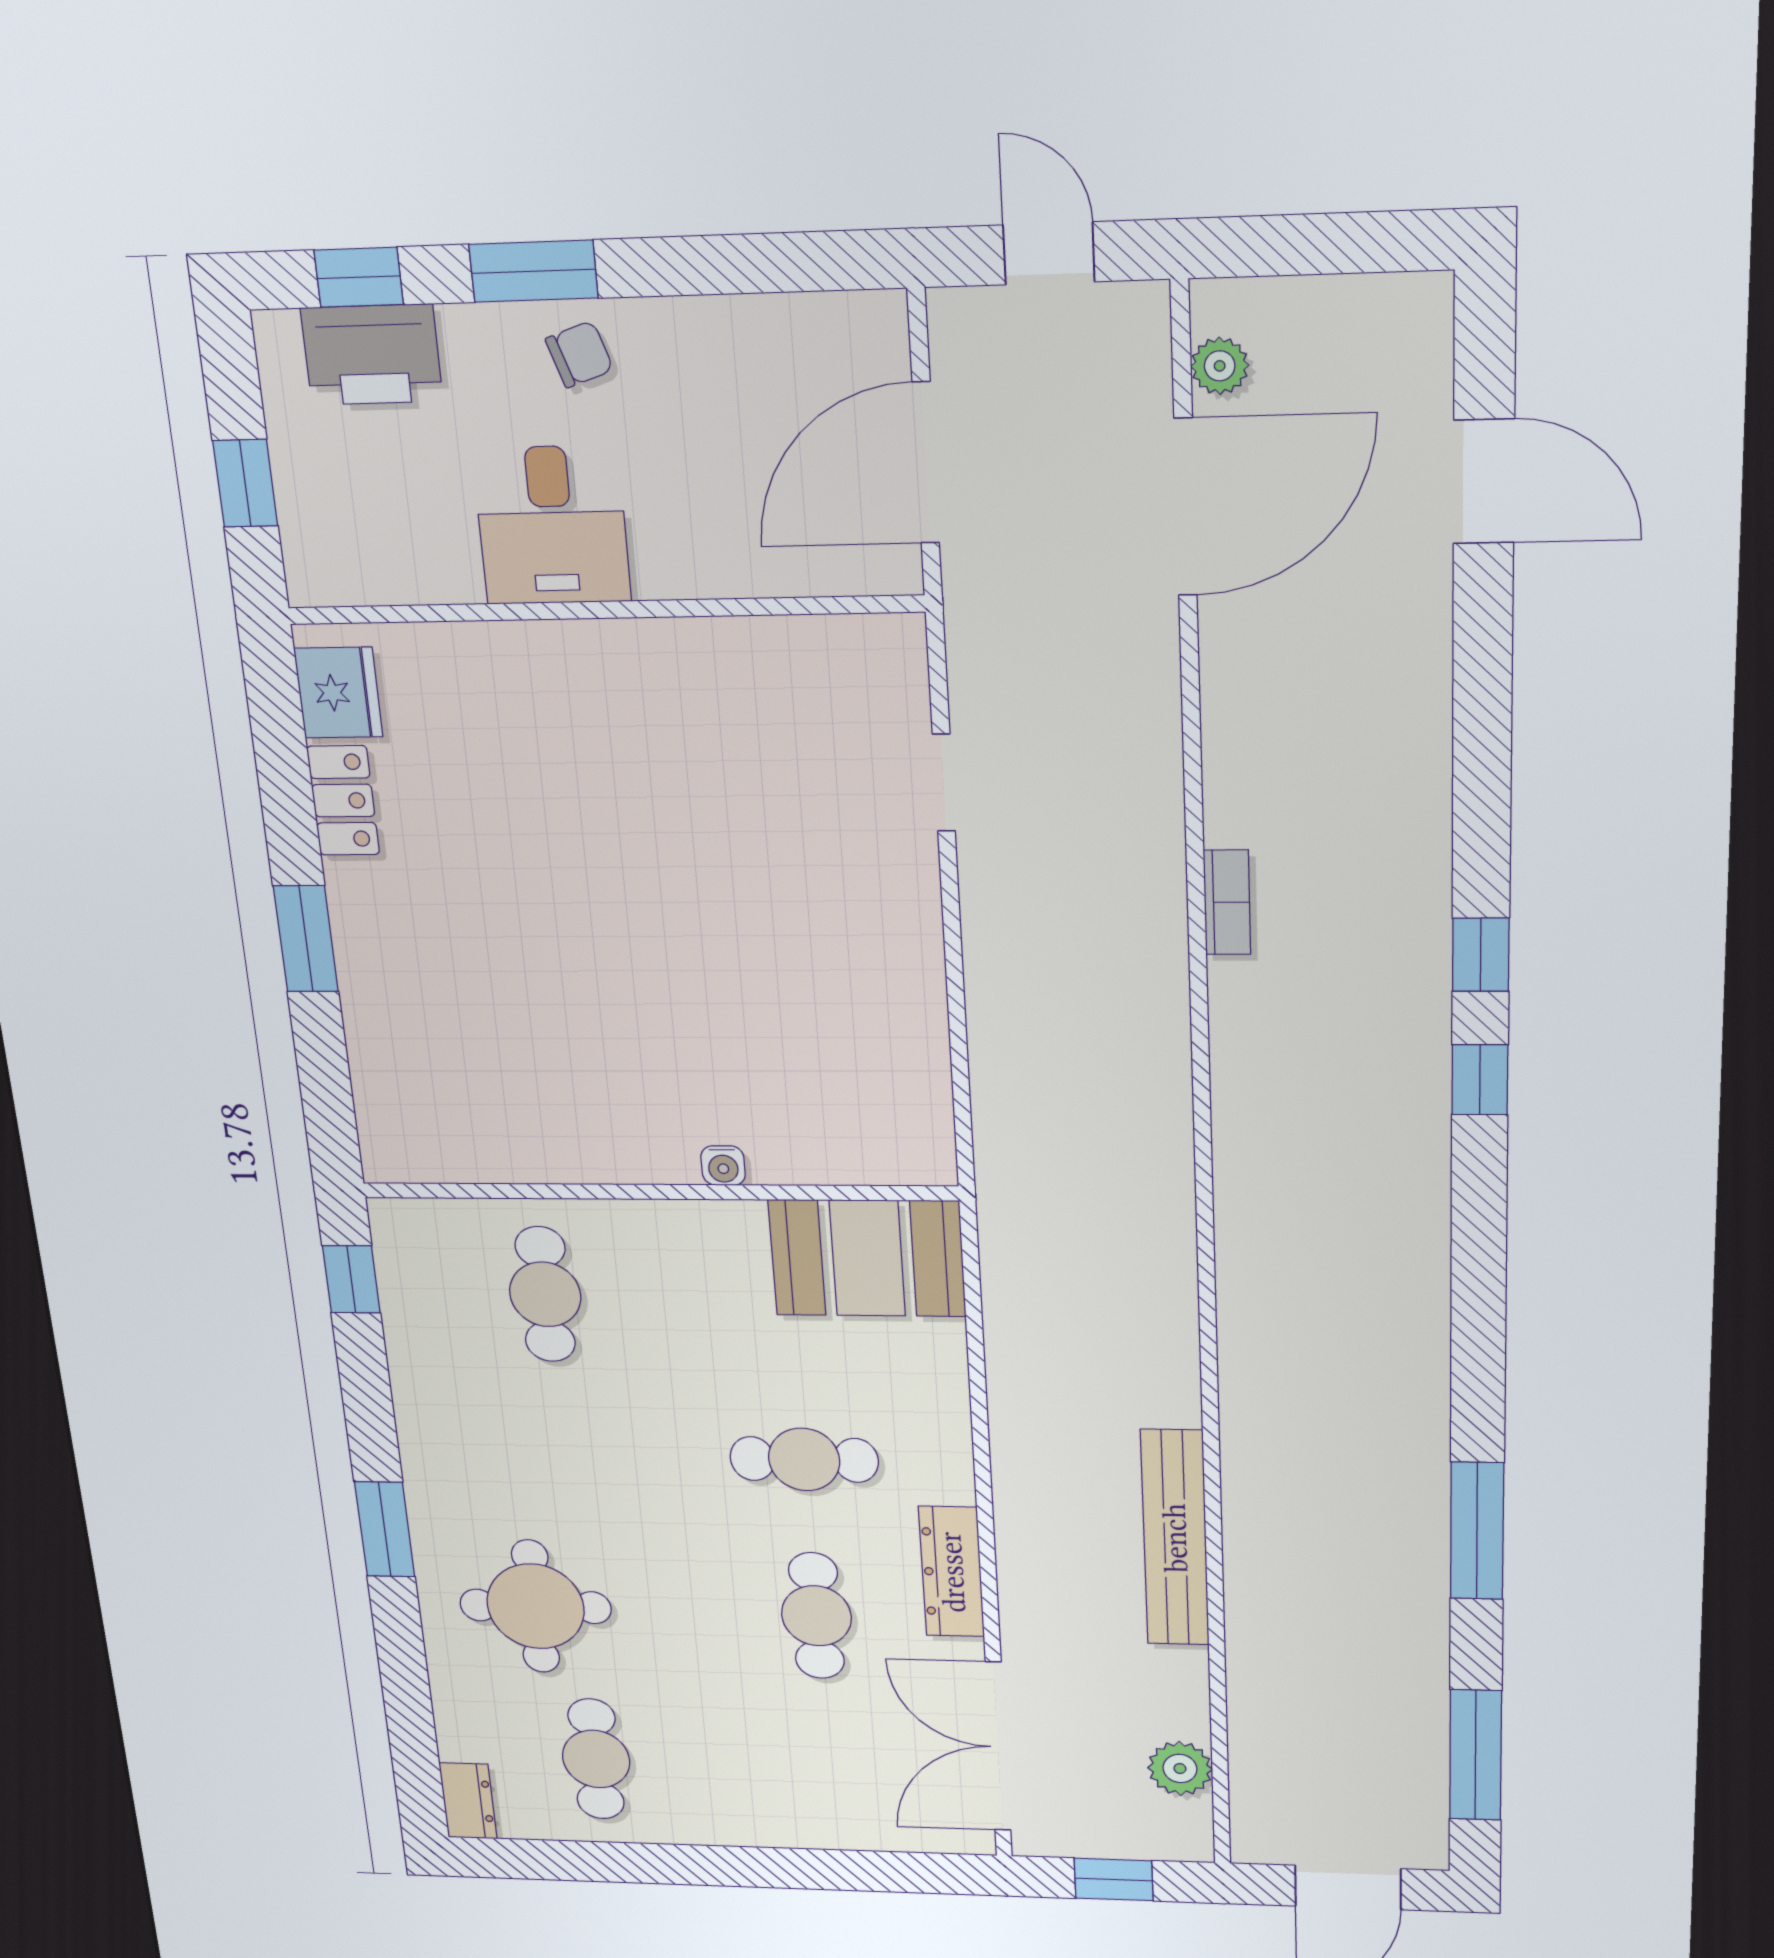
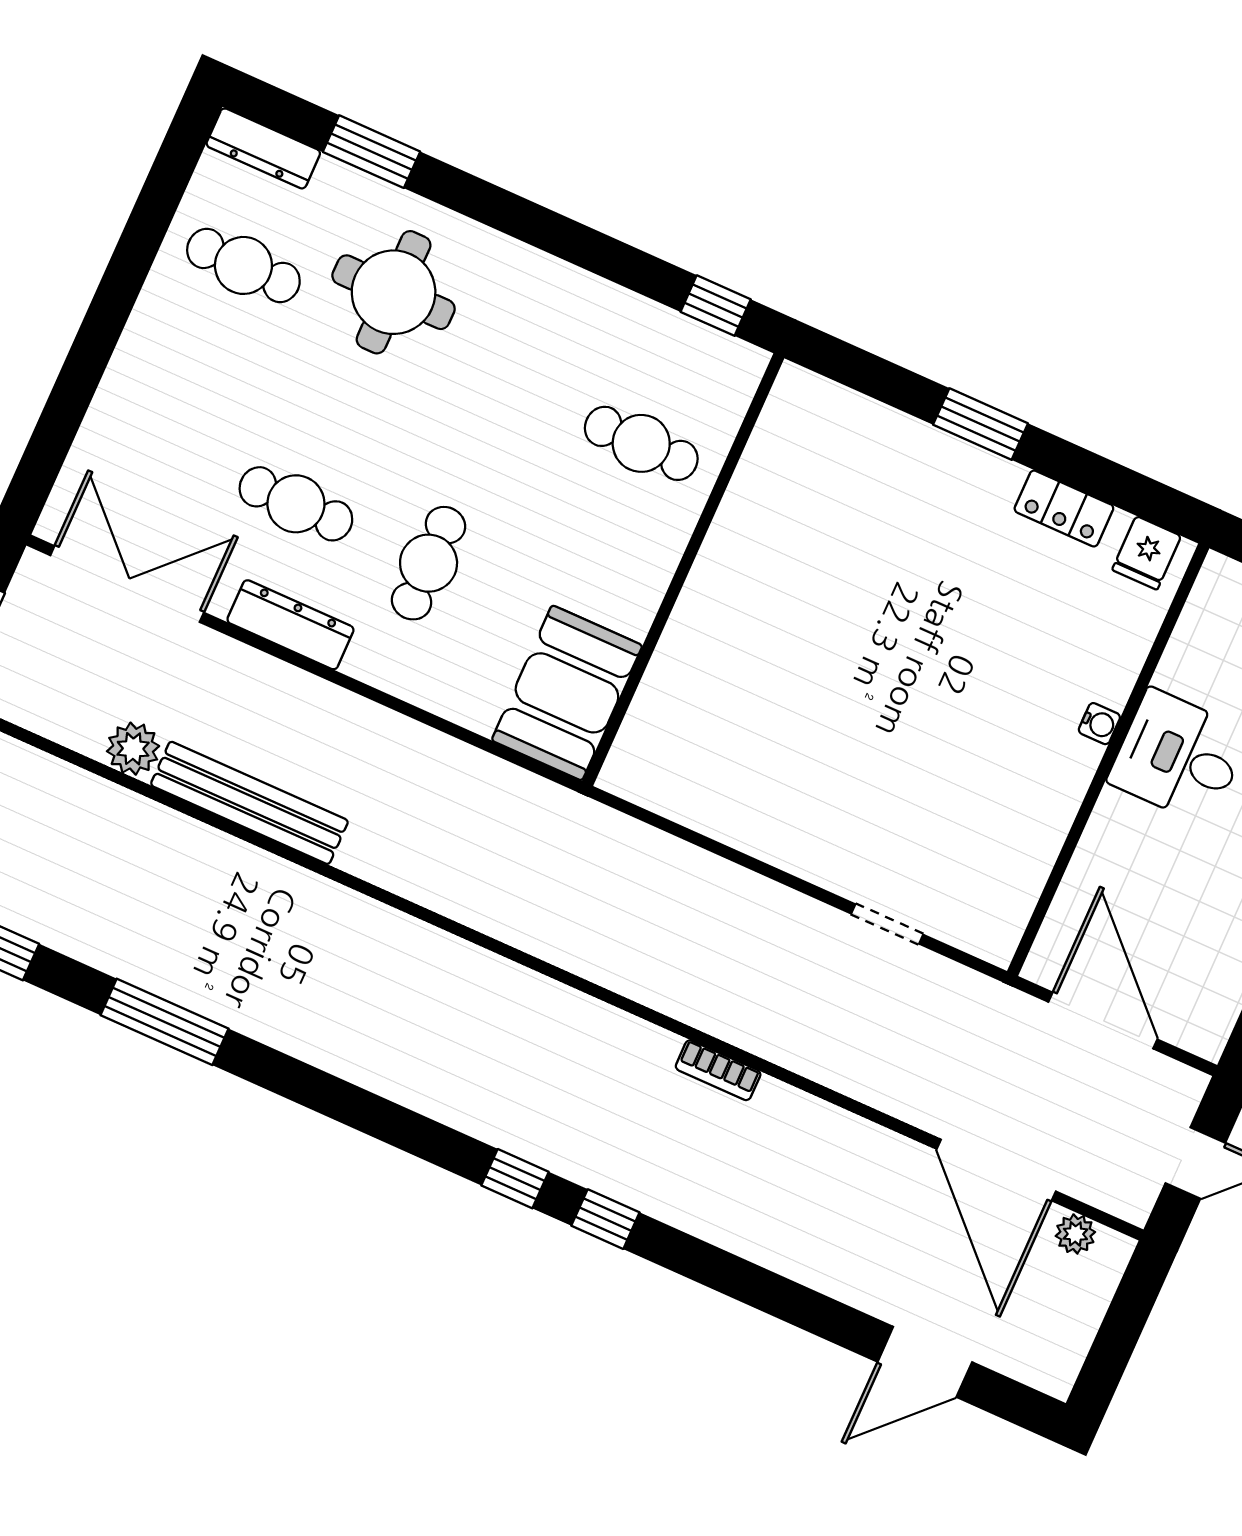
fridge: (338, 693) -> (1147, 553), width x0.72
water cooler: (723, 1166) -> (1099, 724), moved, turned 180
window: (385, 1529) -> (372, 152), moved
plant: (1180, 1768) -> (133, 749), moved
dresser: (468, 1801) -> (263, 148), width x1.44

